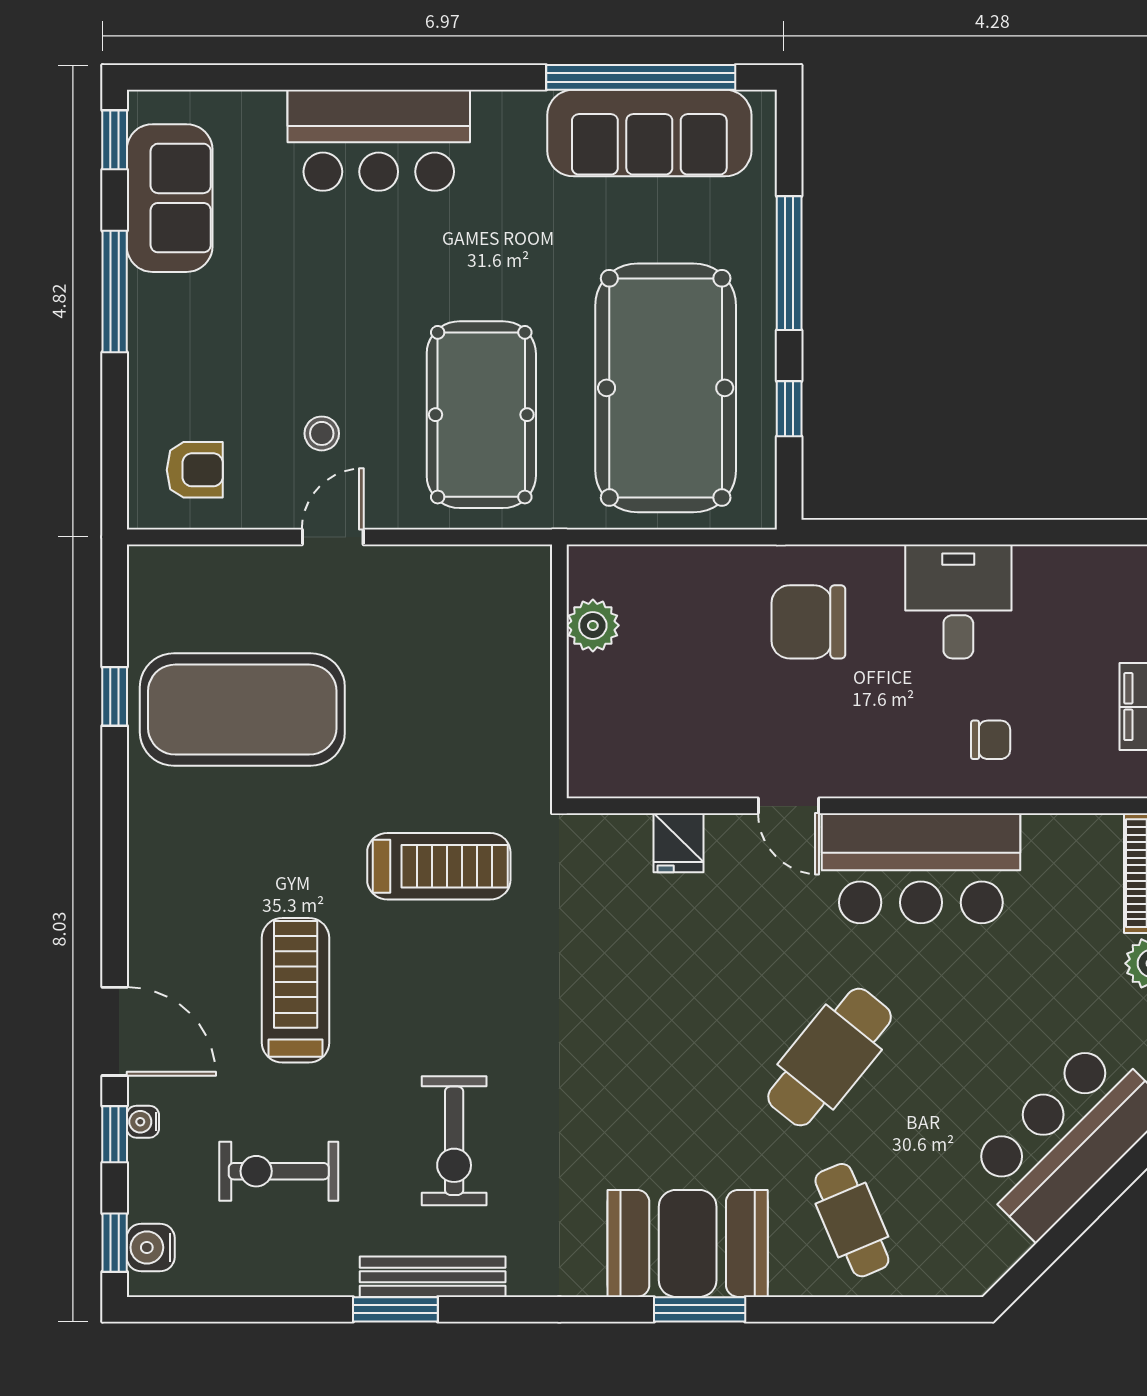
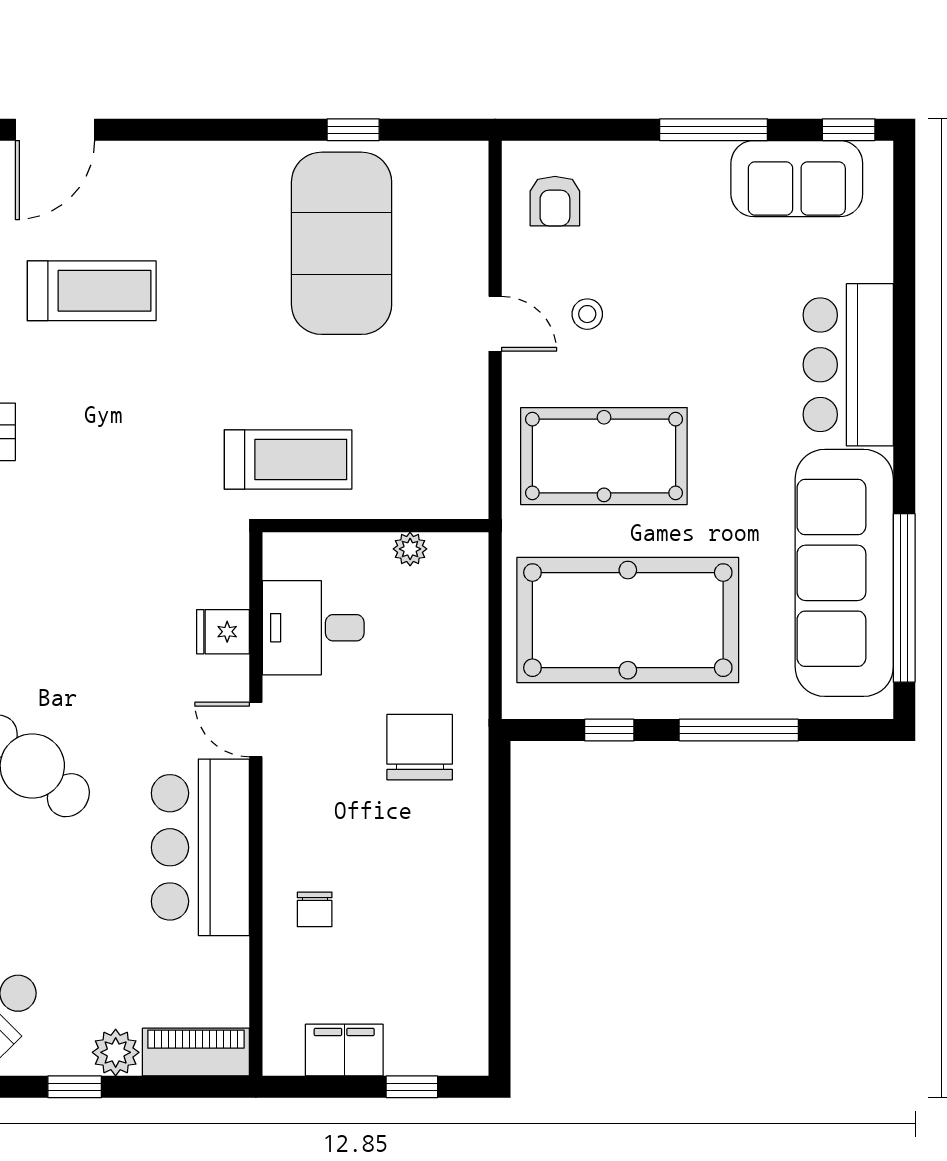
sofa: (649, 133) -> (844, 573), width x1.36, depth x1.27
desk: (958, 601) -> (313, 628), moved, turned 180
plant: (593, 625) -> (410, 549), width x0.73, depth x0.73
door: (789, 806) -> (256, 730), hinge flipped
treadmill: (439, 866) -> (288, 459), moved, turned -90

